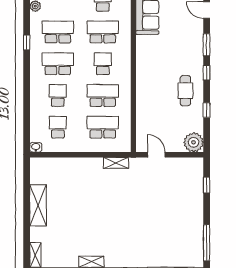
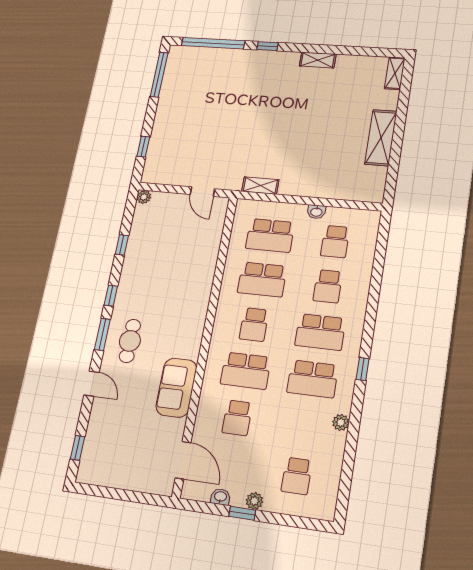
cafe table: (185, 91) -> (130, 341), moved
plant: (194, 142) -> (144, 197), width x0.53, depth x0.53
washbasin: (36, 147) -> (316, 212), moved

